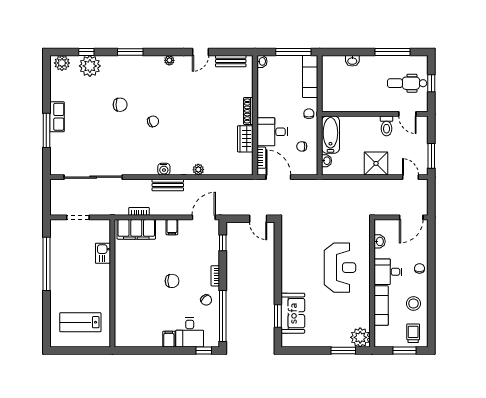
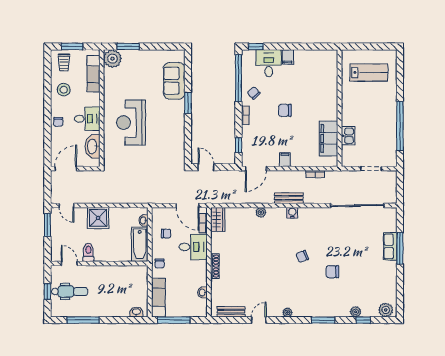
washbasin: (262, 61) -> (202, 293), moved
washbasin: (352, 61) -> (136, 312), moved
plant: (90, 66) -> (356, 312), width x0.53, depth x0.53
row of seats: (57, 117) -> (390, 246), moved
wardrobe: (245, 139) -> (218, 219), moved
filing cabinet: (136, 229) -> (329, 138), moved, turned -90
washbasin: (380, 241) -> (93, 146), width x1.91, depth x1.45
exam couch: (381, 306) -> (93, 74), moved
window: (278, 316) -> (188, 103), moved

